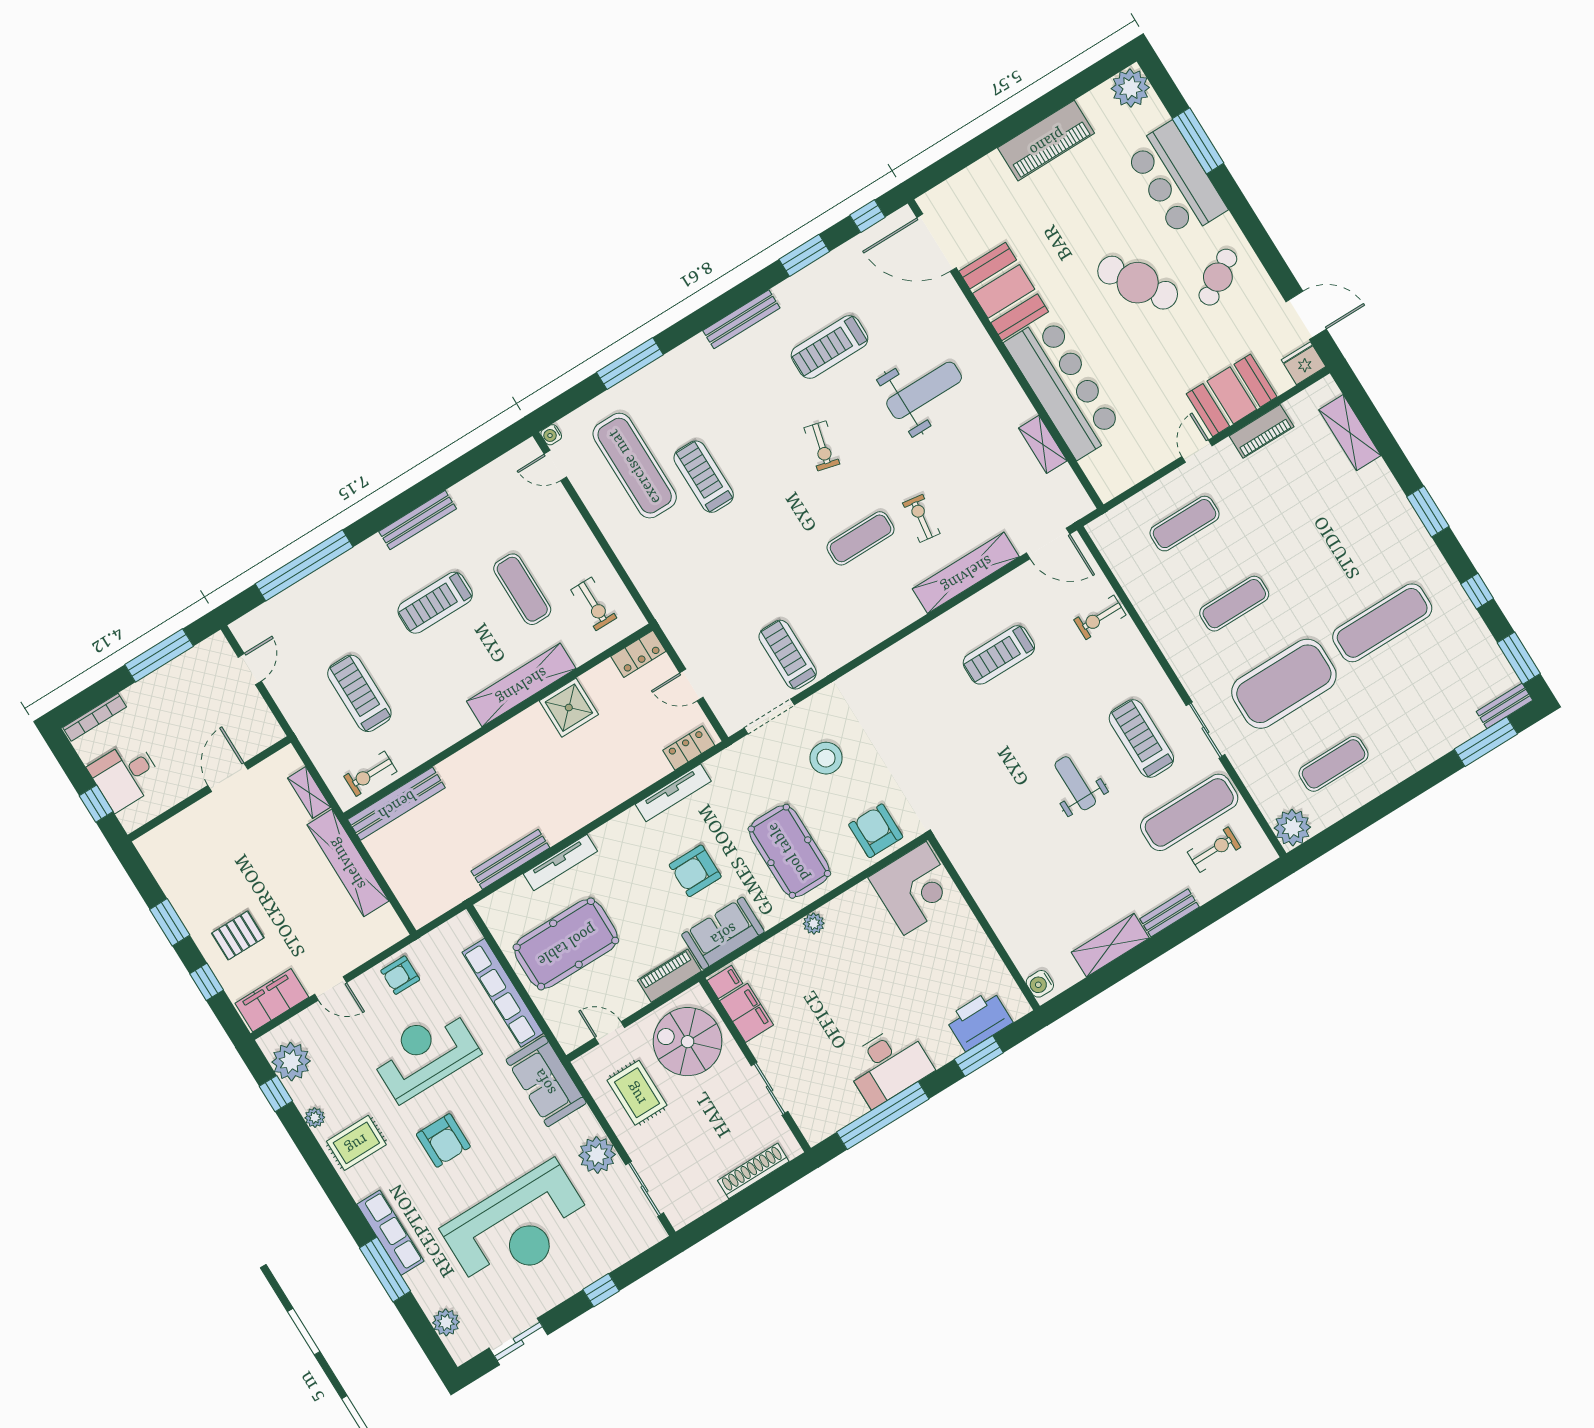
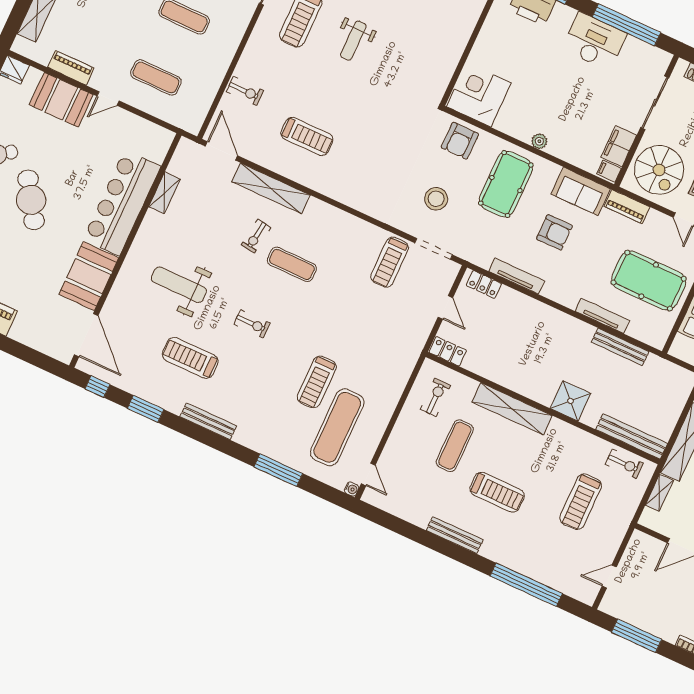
treadmill: (829, 347) -> (190, 358), turned 180
exercise bike: (822, 446) -> (252, 324), turned 76
shower: (569, 708) -> (570, 401), moved
sliding door: (769, 1089) -> (655, 103), width x1.37

